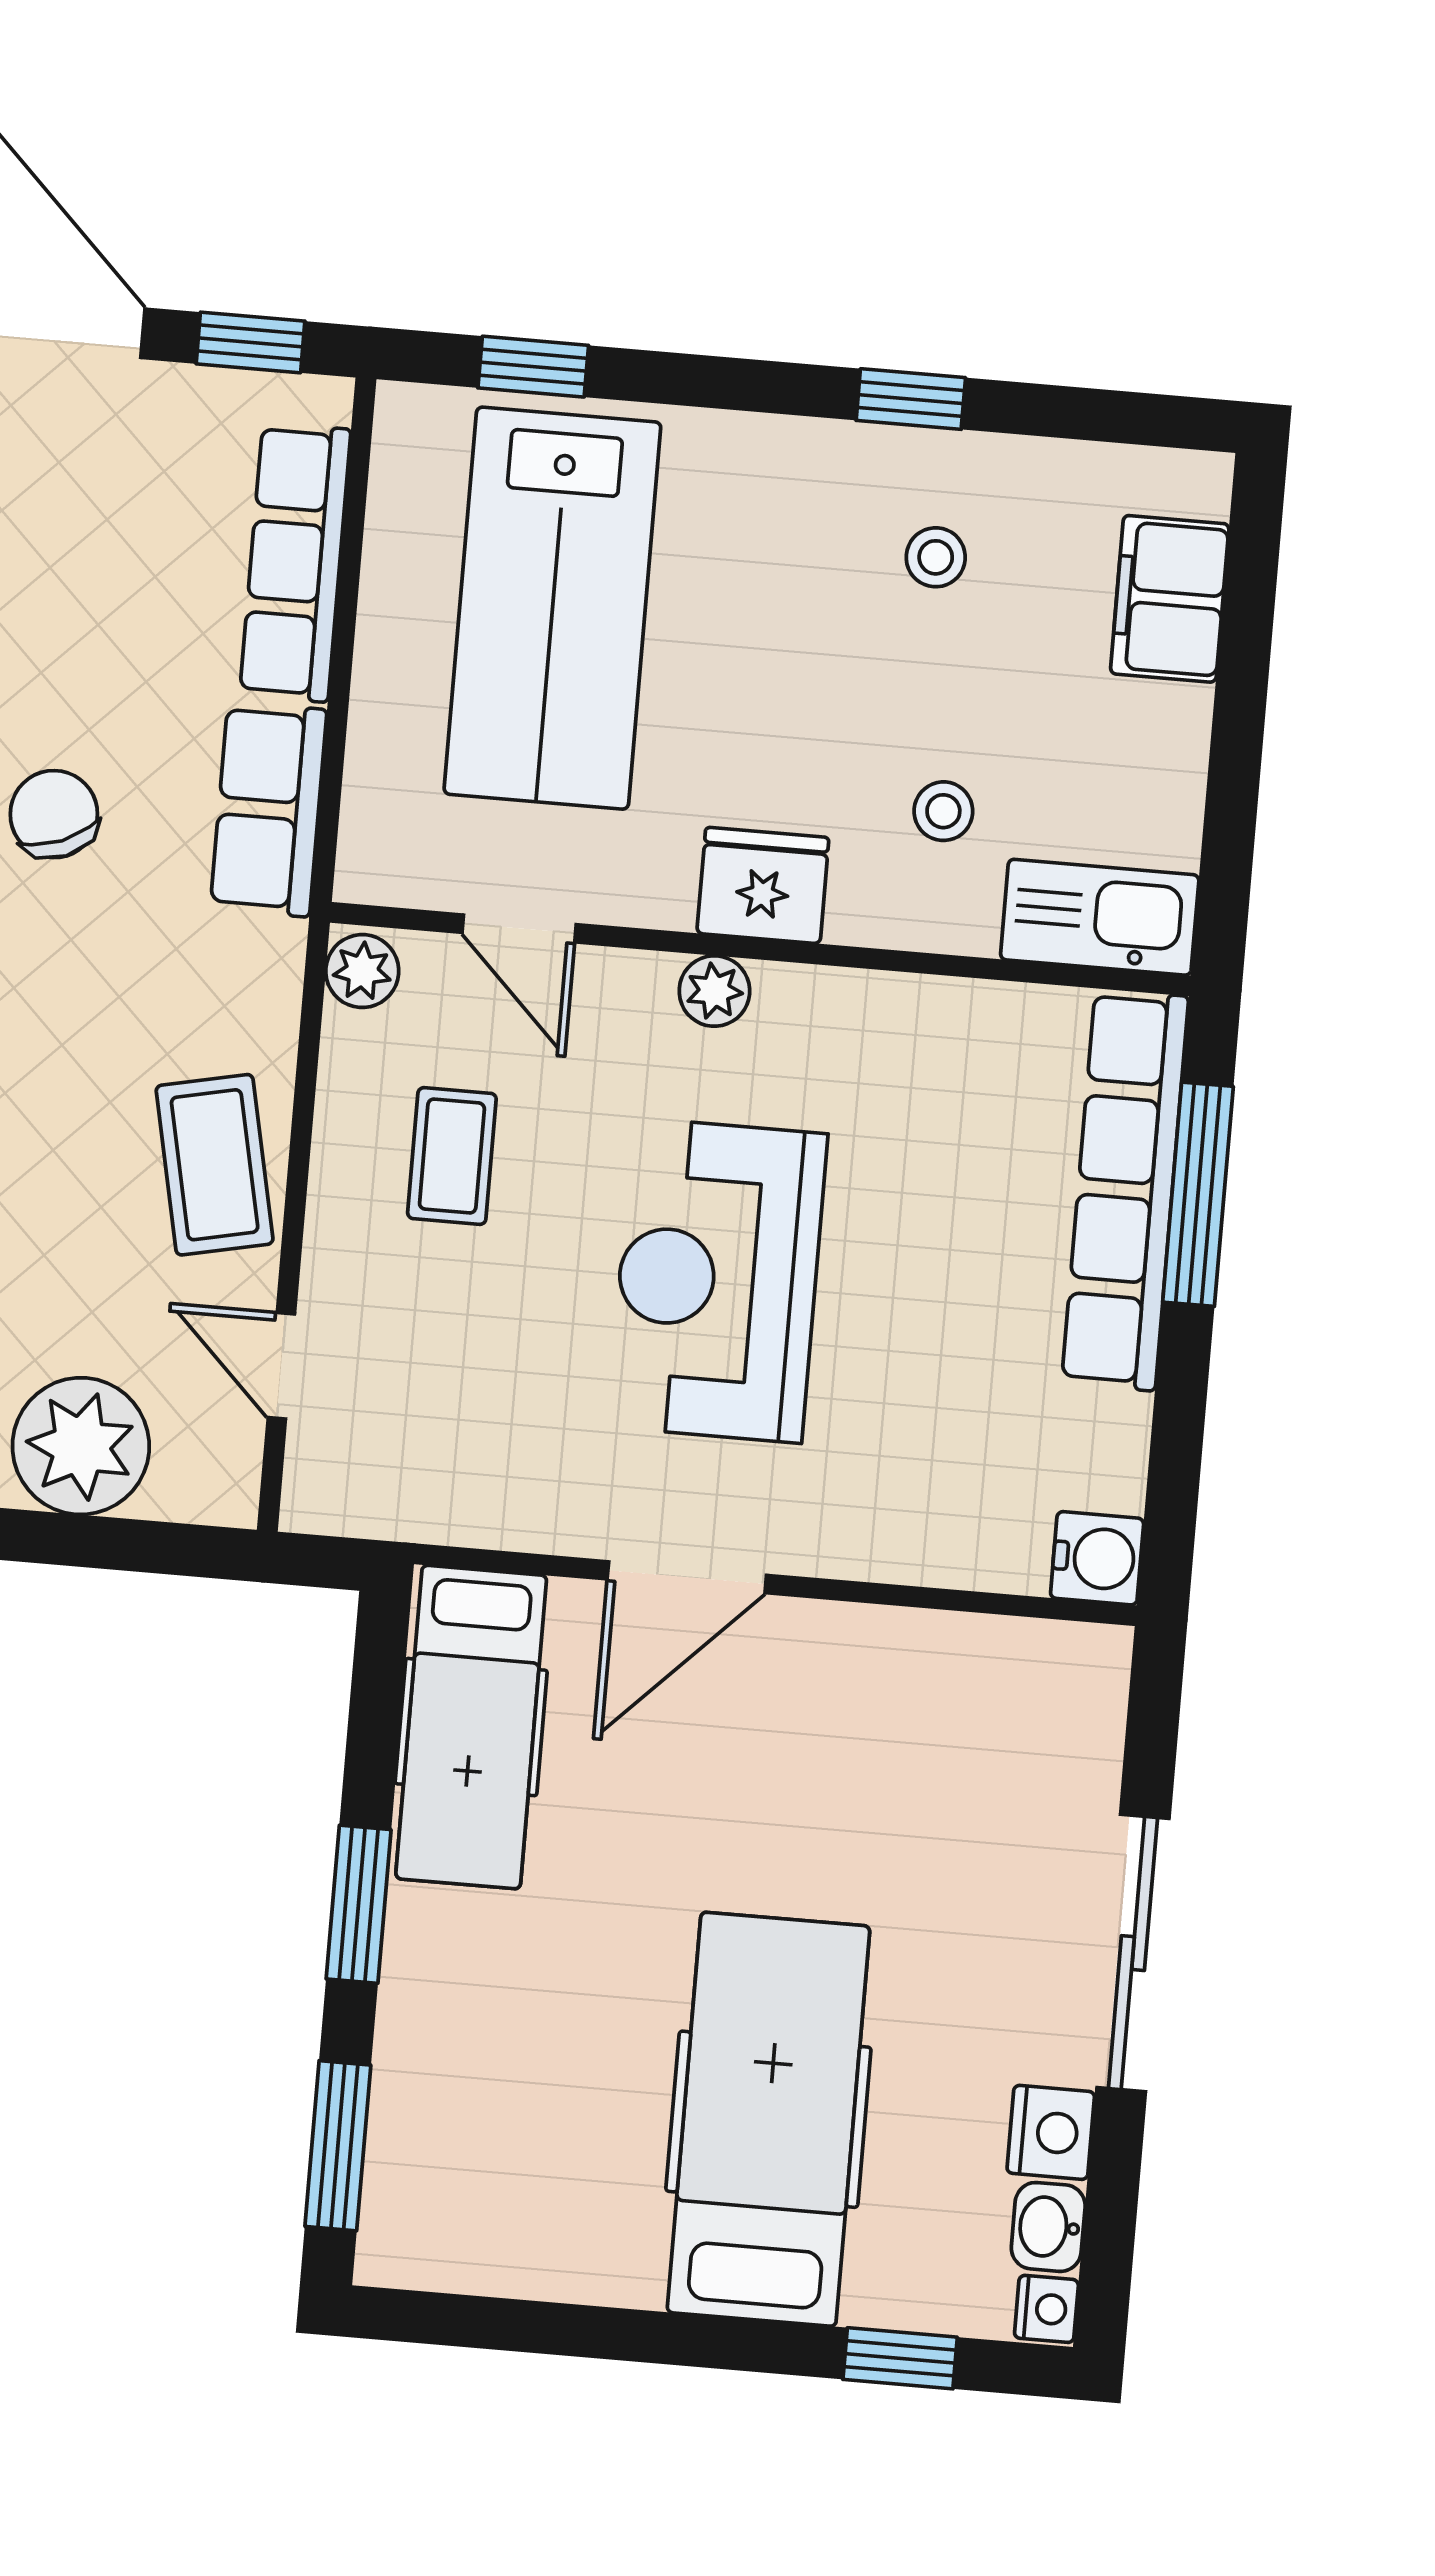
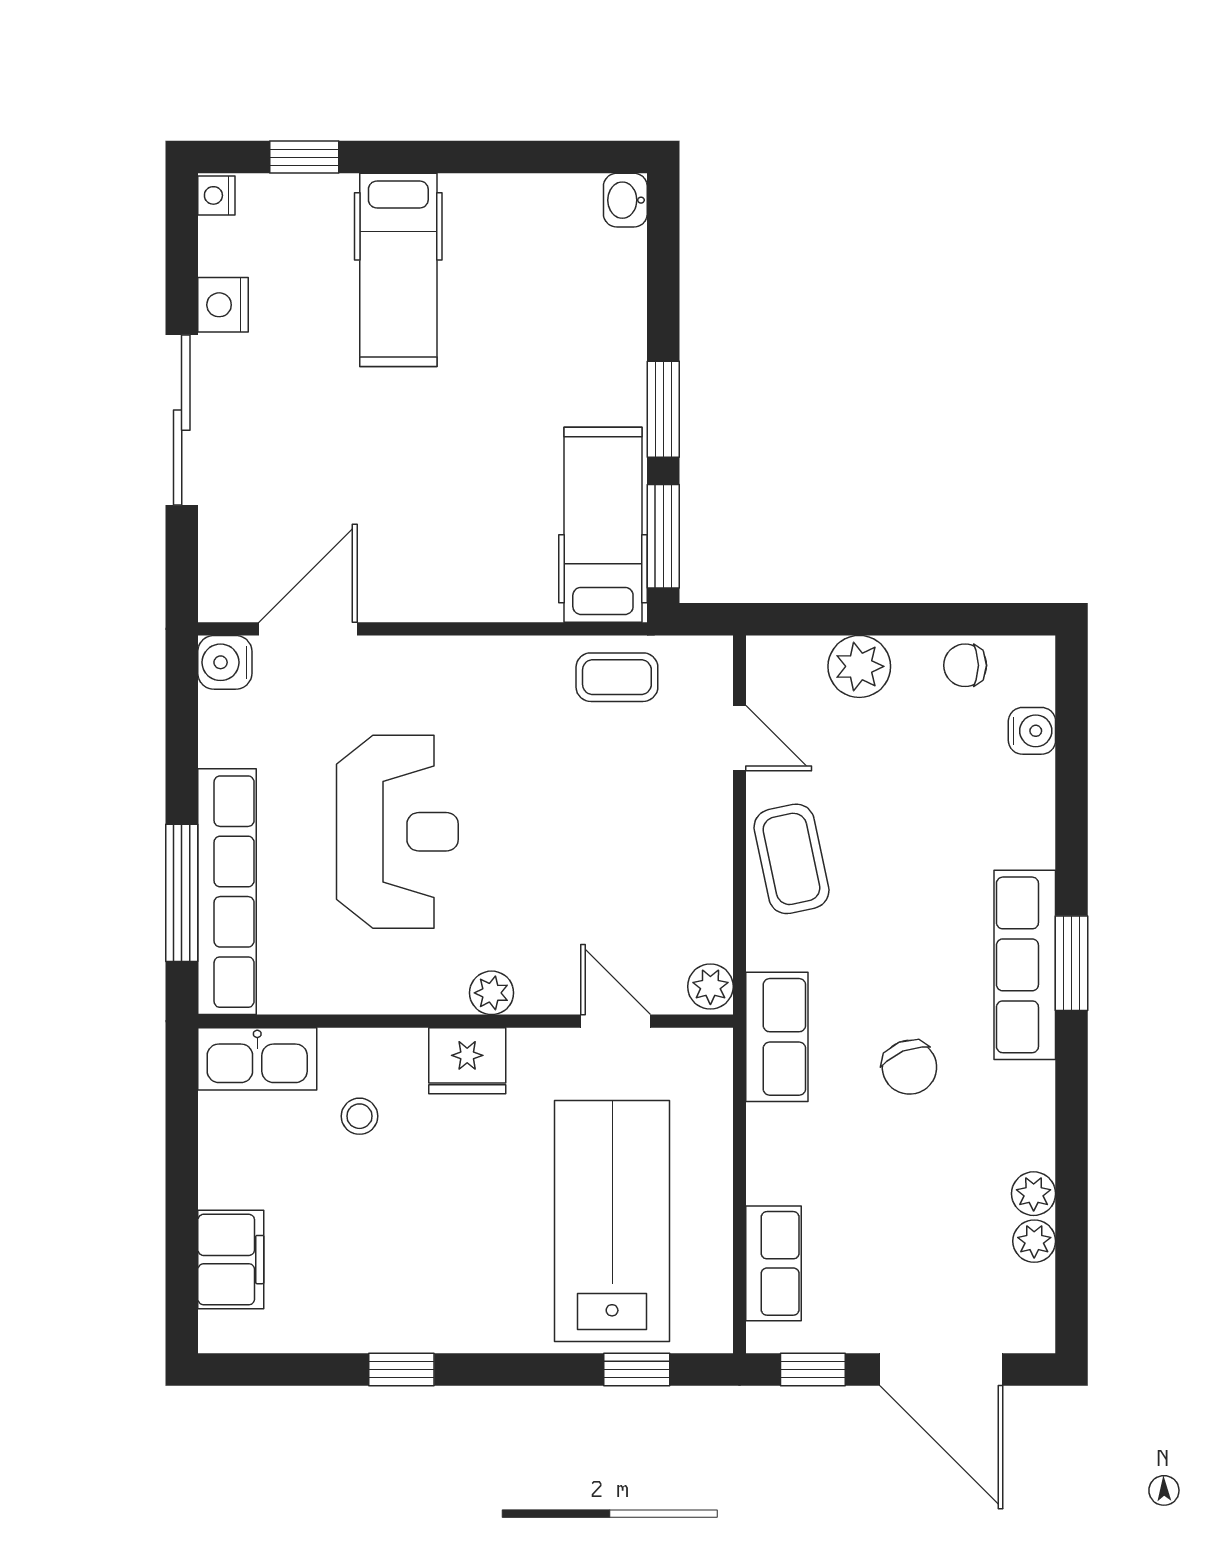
stool: (936, 557) -> (378, 1273), removed
row of seats: (295, 562) -> (774, 1263), width x0.68
row of seats: (269, 809) -> (777, 1037), moved
coffee table: (452, 1156) -> (617, 677), moved, turned 90
reception desk: (717, 1280) -> (397, 832), moved
plant: (81, 1446) -> (859, 666), width x0.73, depth x0.73
door: (687, 1577) -> (308, 629), moved
hospital bed: (768, 2119) -> (398, 270), width x0.73, depth x0.78
window: (338, 2146) -> (663, 536), moved
washbasin: (1048, 2227) -> (625, 200), moved, turned 180

